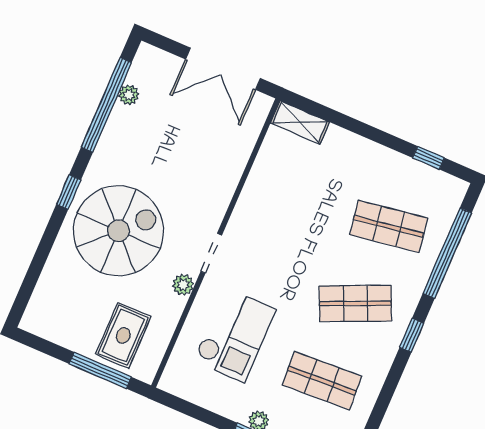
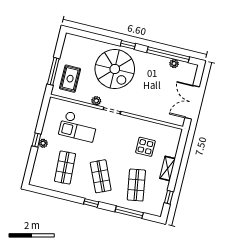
shelving: (300, 122) -> (168, 168), moved
display table: (306, 191) -> (145, 147), added
window: (447, 253) -> (129, 212), width x0.68
rug: (123, 335) -> (70, 79), turned 90

